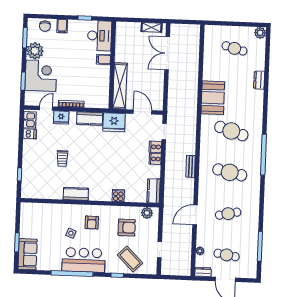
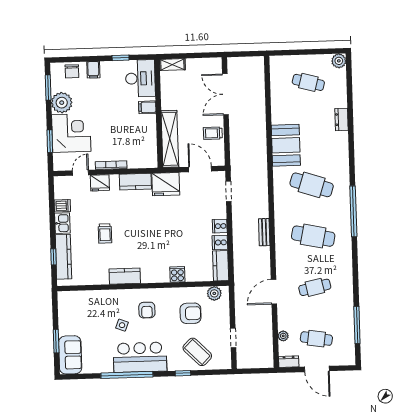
shelving: (151, 27) -> (172, 65), moved
trolley: (155, 84) -> (213, 133), added
kitchen sink: (30, 120) -> (62, 223), moved
cooker: (155, 147) -> (220, 242), moved
kitchen counter: (28, 175) -> (63, 257), added

